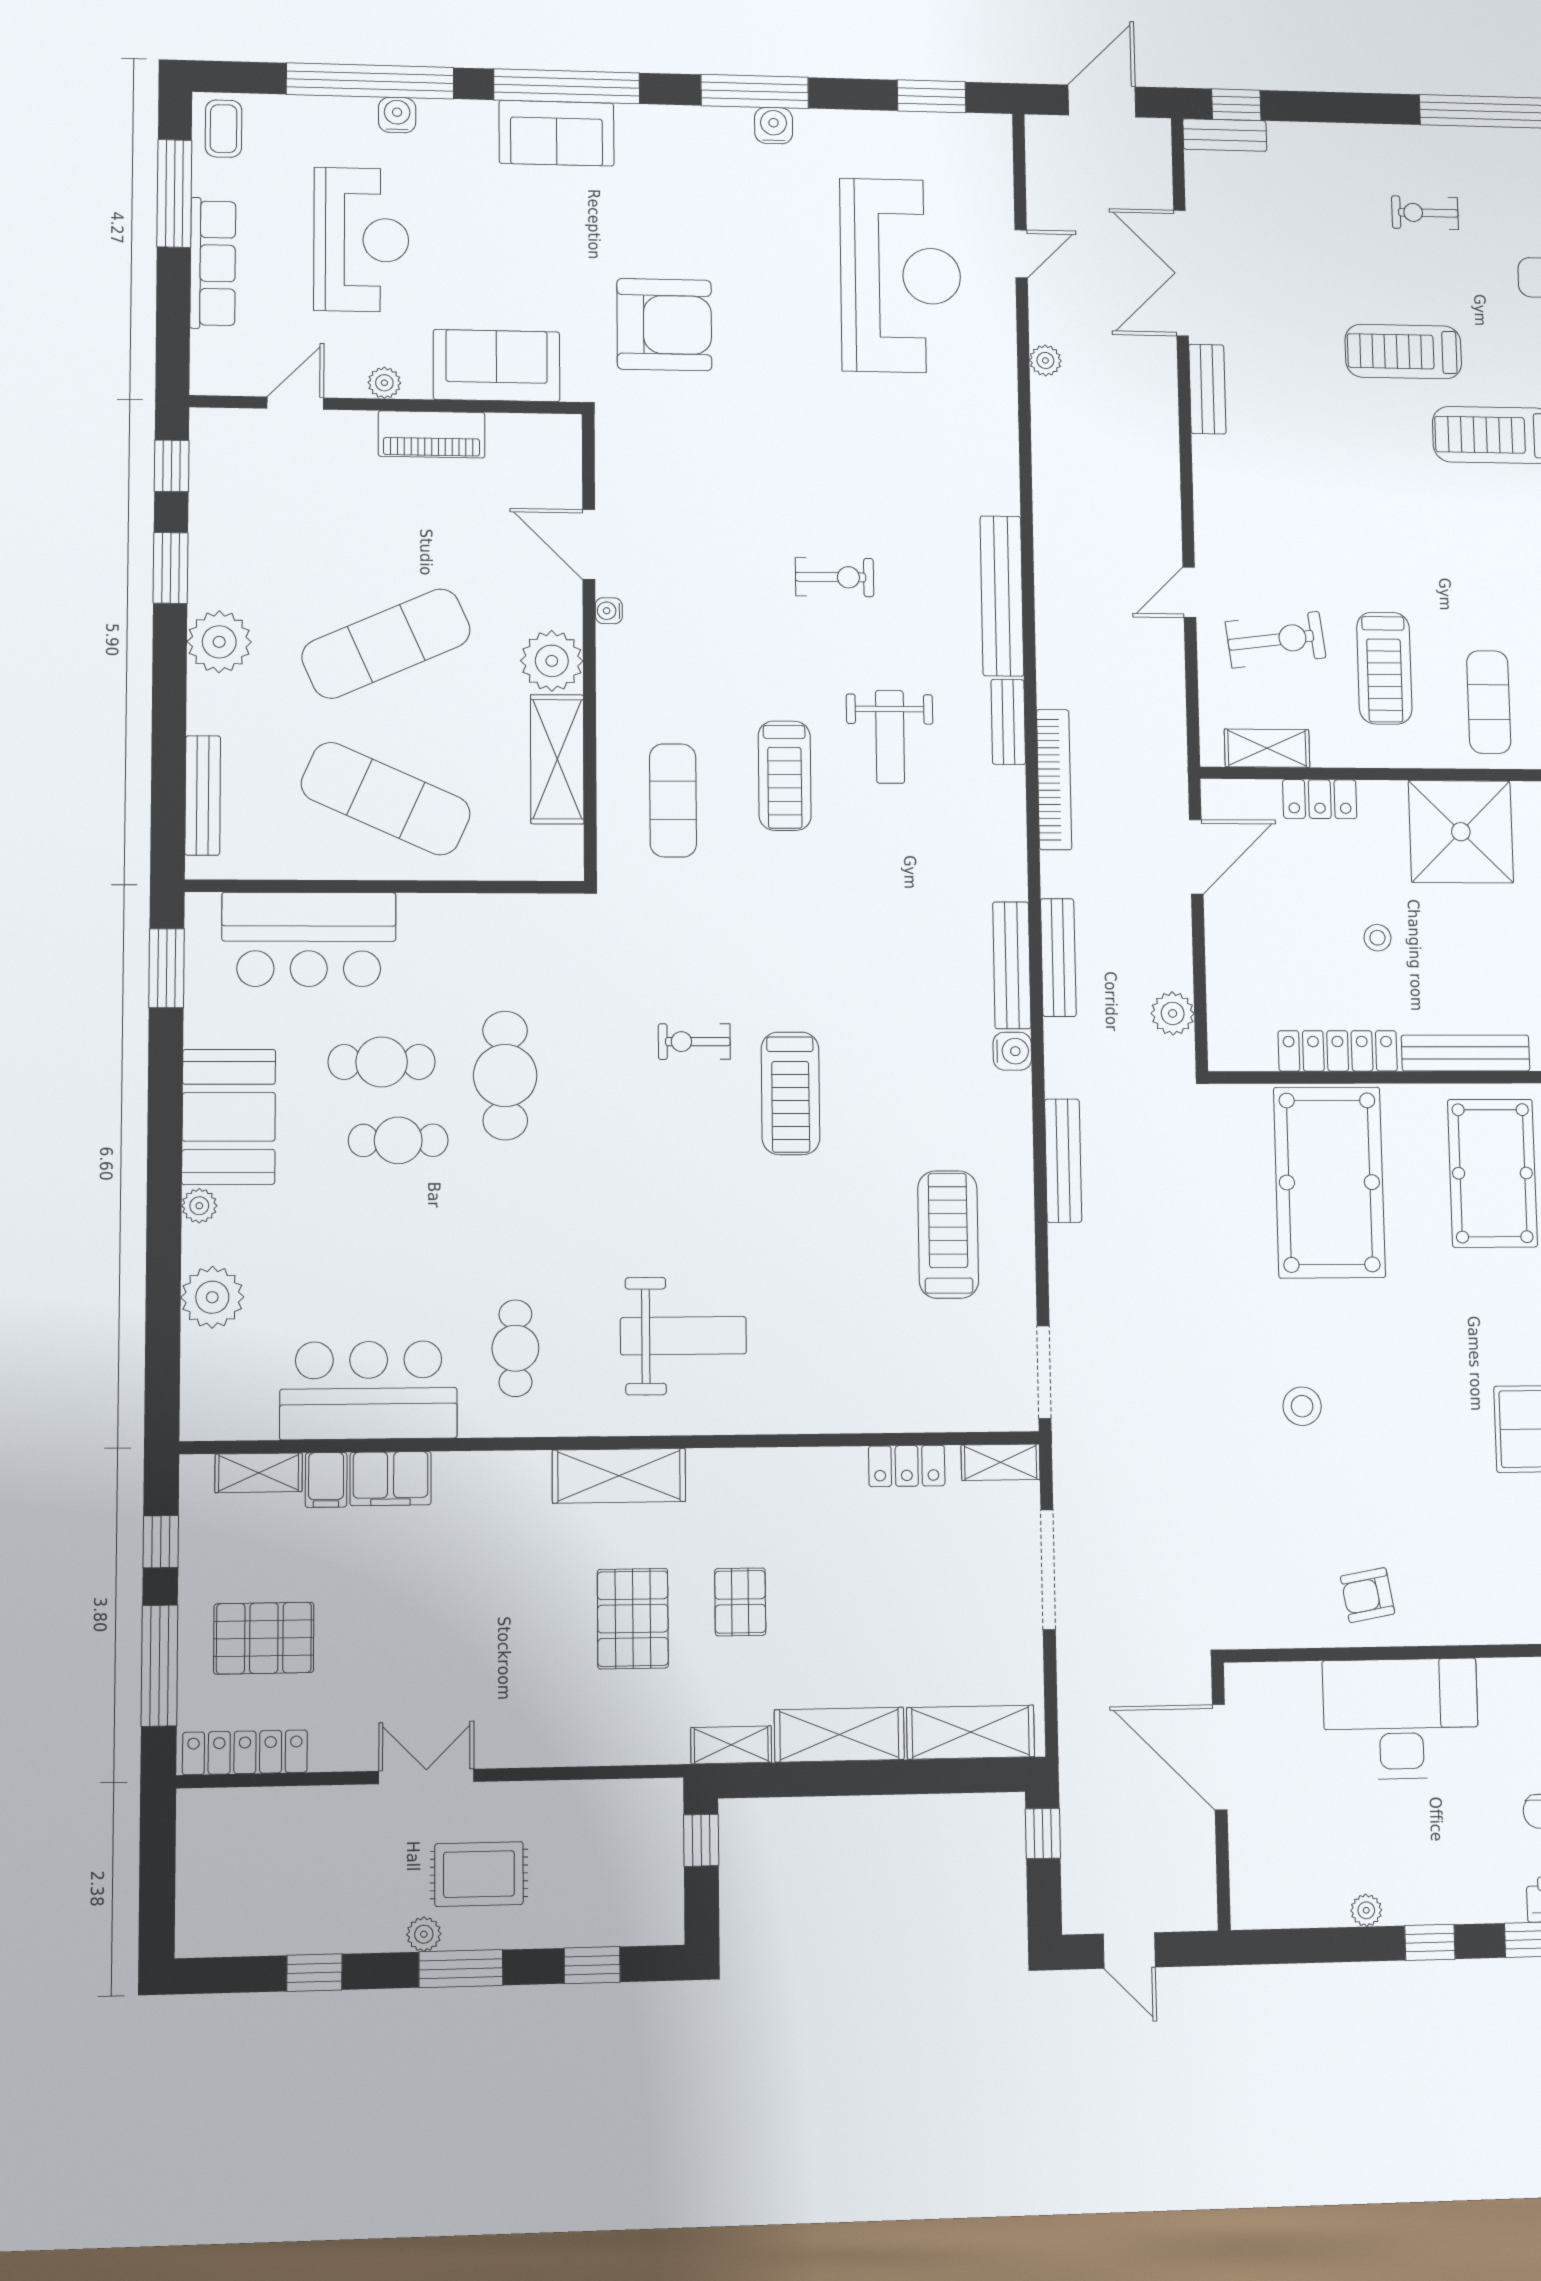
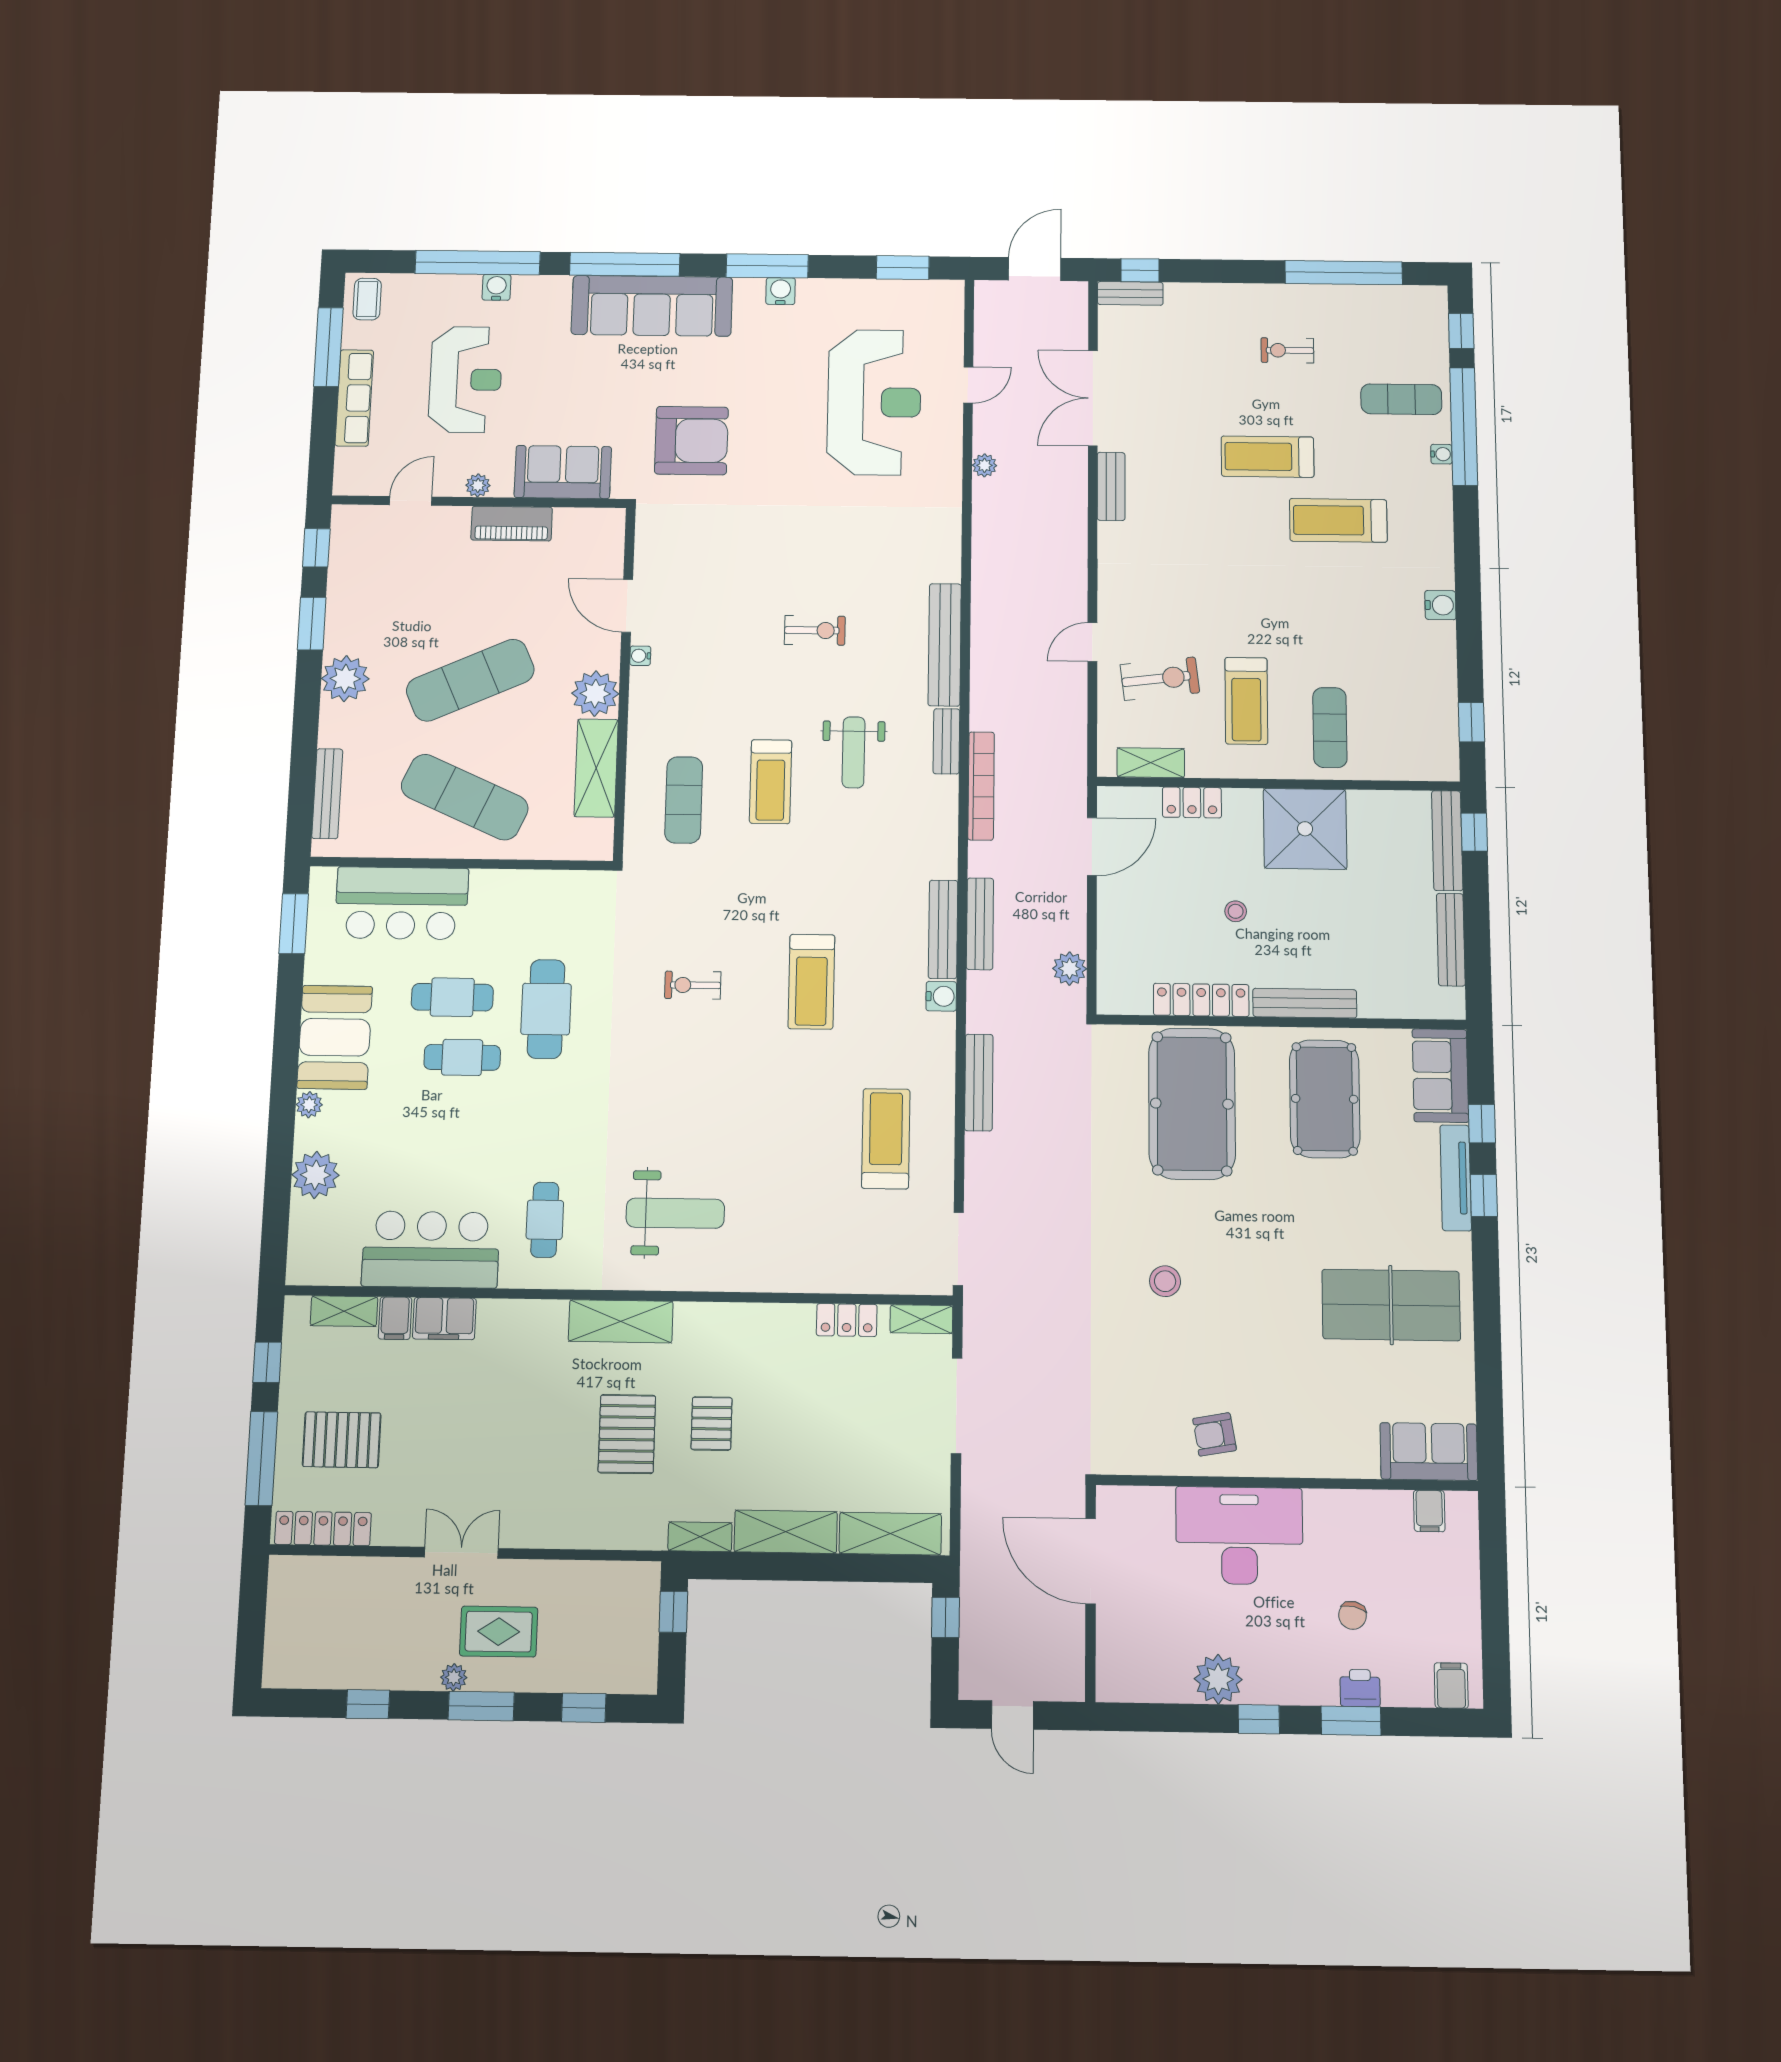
sofa: (557, 133) -> (652, 306), width x1.85, depth x1.27
treadmill: (790, 1093) -> (811, 982), moved
plant: (1366, 1910) -> (1218, 1679), width x1.88, depth x1.88

